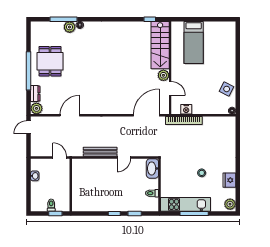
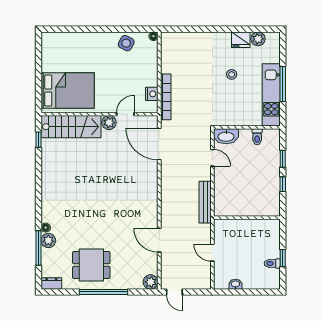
bed: (194, 42) -> (68, 91), width x1.50
dresser: (35, 94) -> (51, 284), moved
door: (60, 158) -> (212, 253), hinge flipped
door: (124, 158) -> (212, 158), moved
wall: (71, 185) -> (247, 218), moved
plant: (230, 204) -> (258, 39), moved

